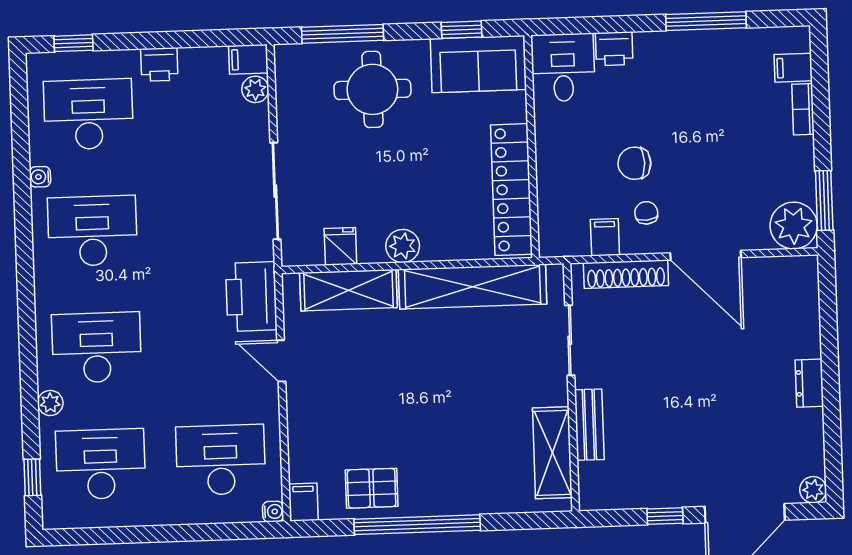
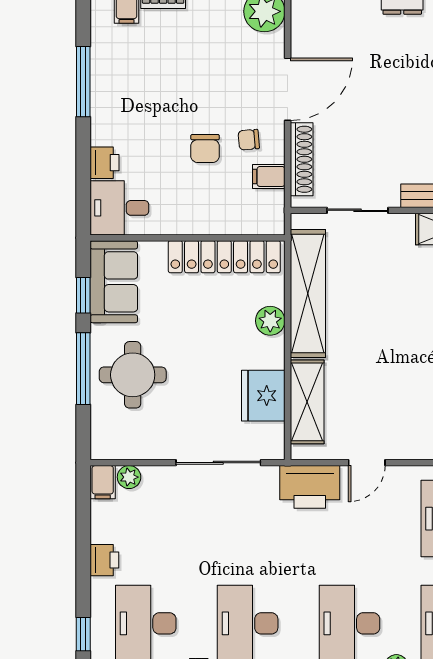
window: (342, 34) -> (83, 369), moved
fridge: (340, 246) -> (263, 396), width x1.88, depth x1.34
plant: (403, 246) -> (270, 321), moved

